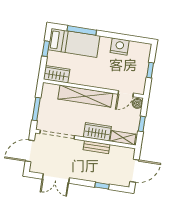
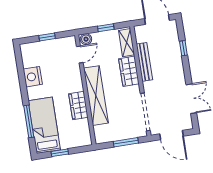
wardrobe: (57, 74) -> (78, 106), moved
door: (126, 94) -> (80, 54), hinge flipped
bench: (96, 147) -> (144, 62), width x1.36

